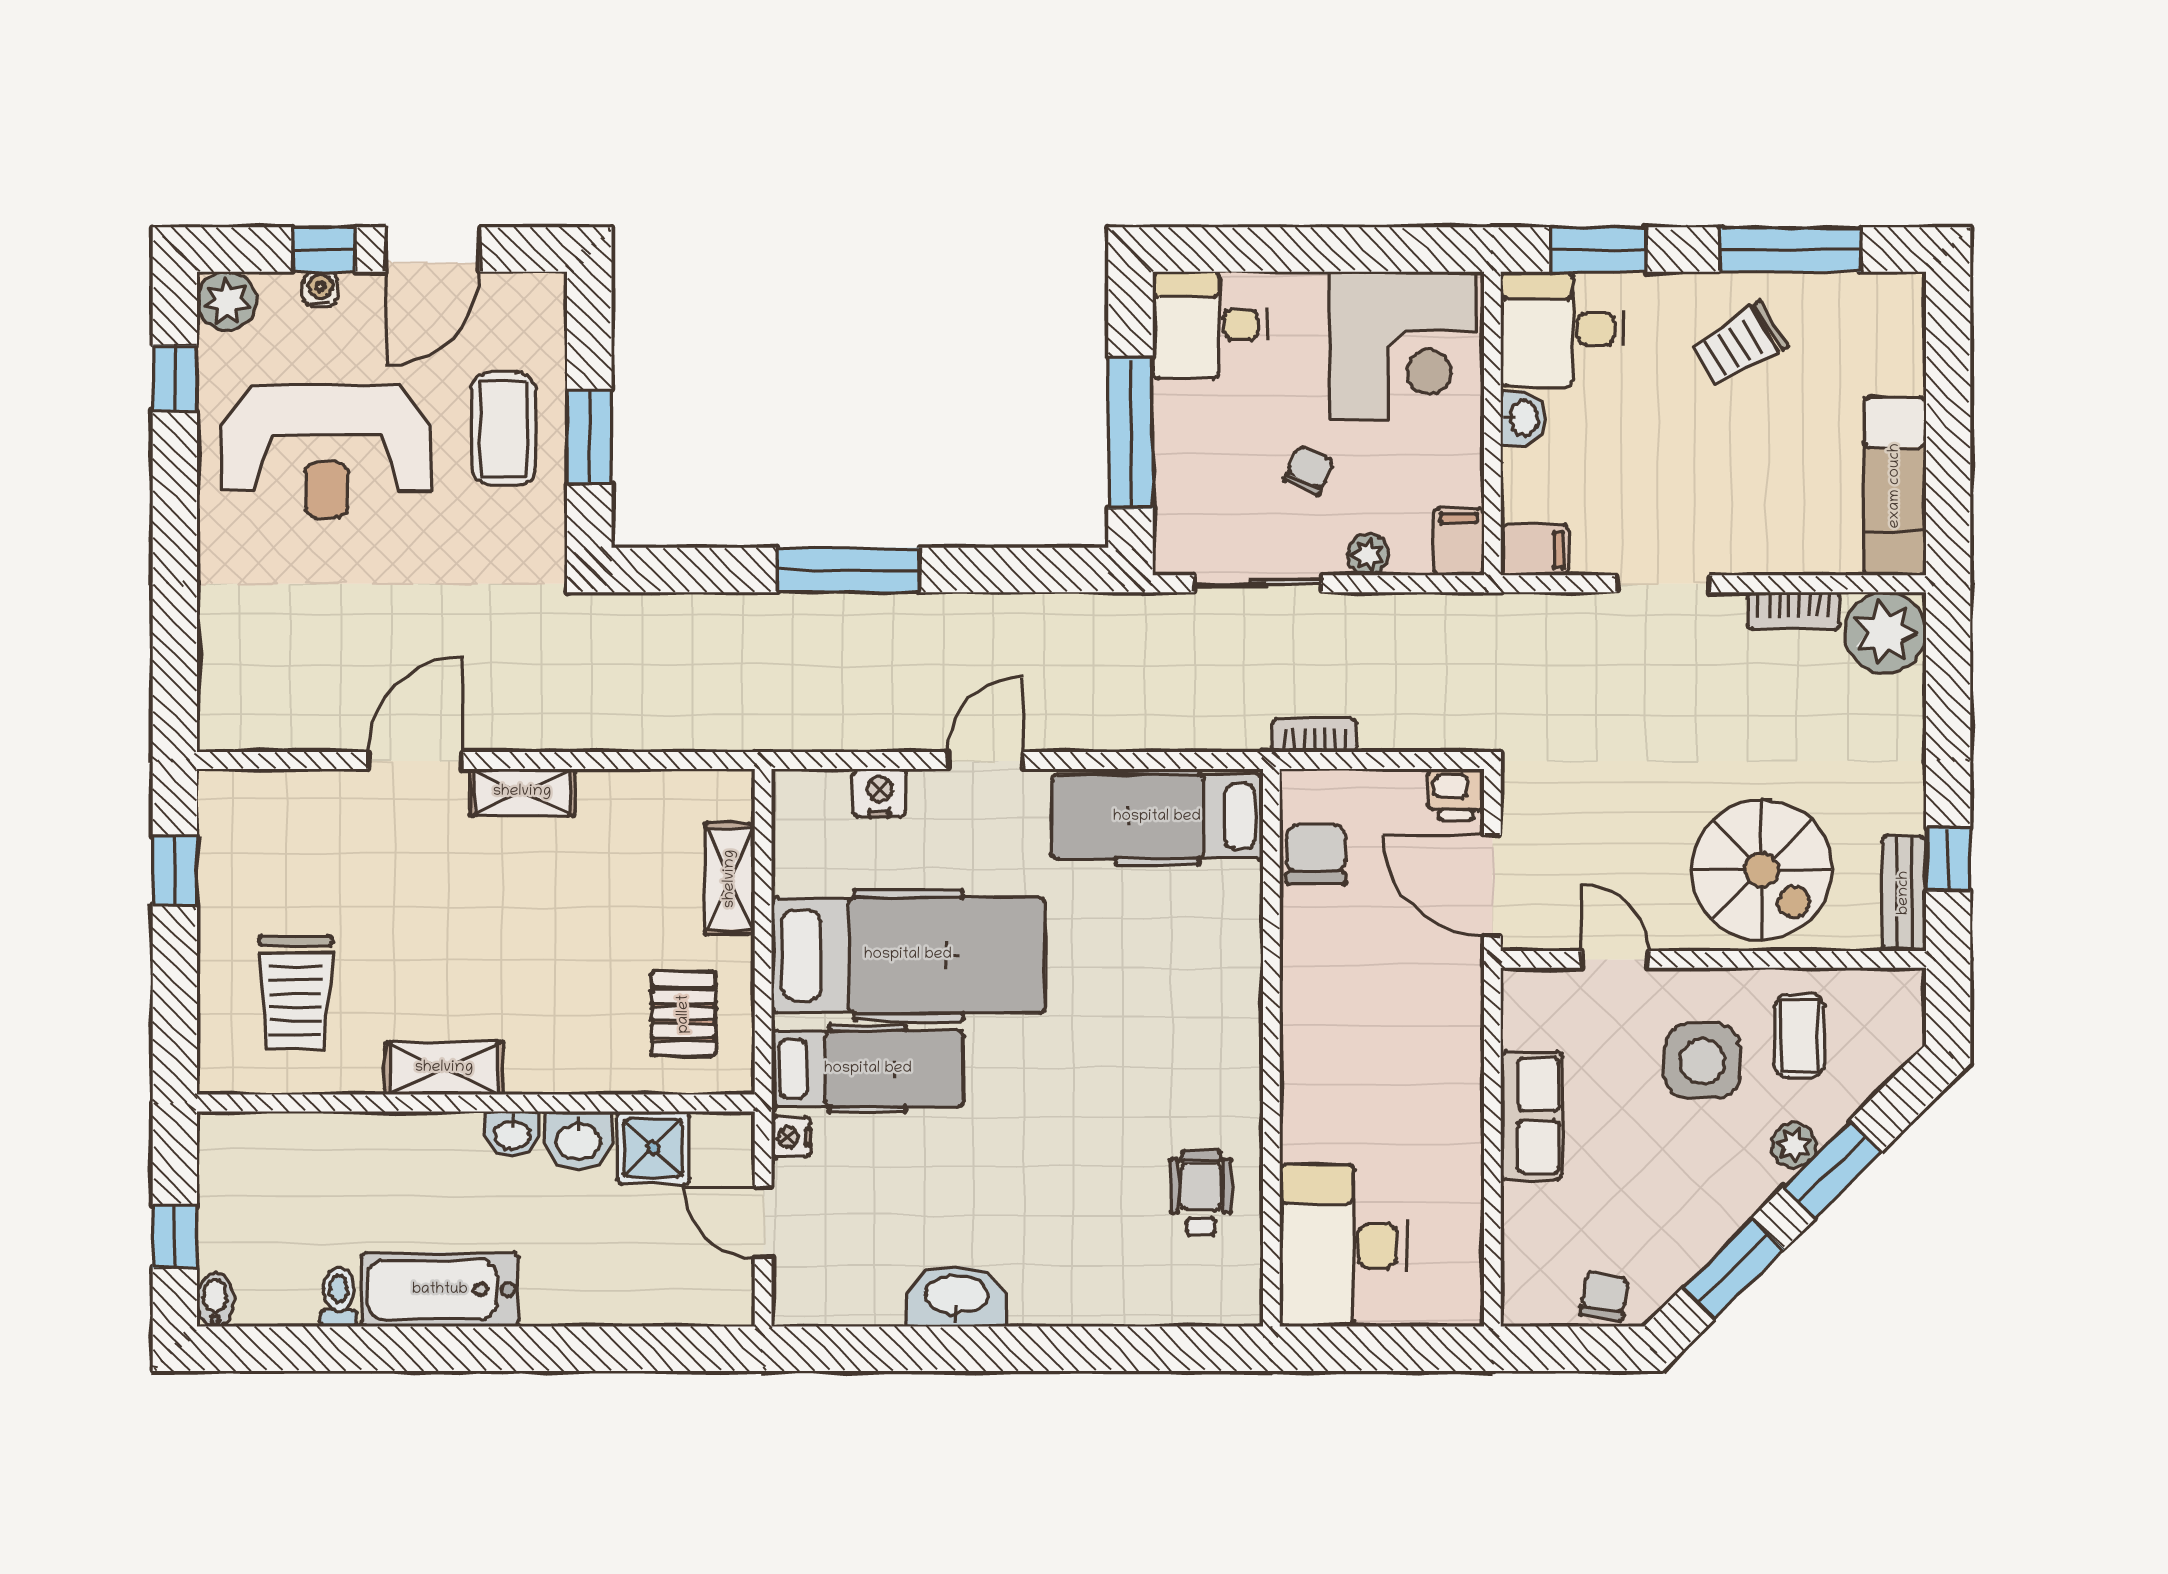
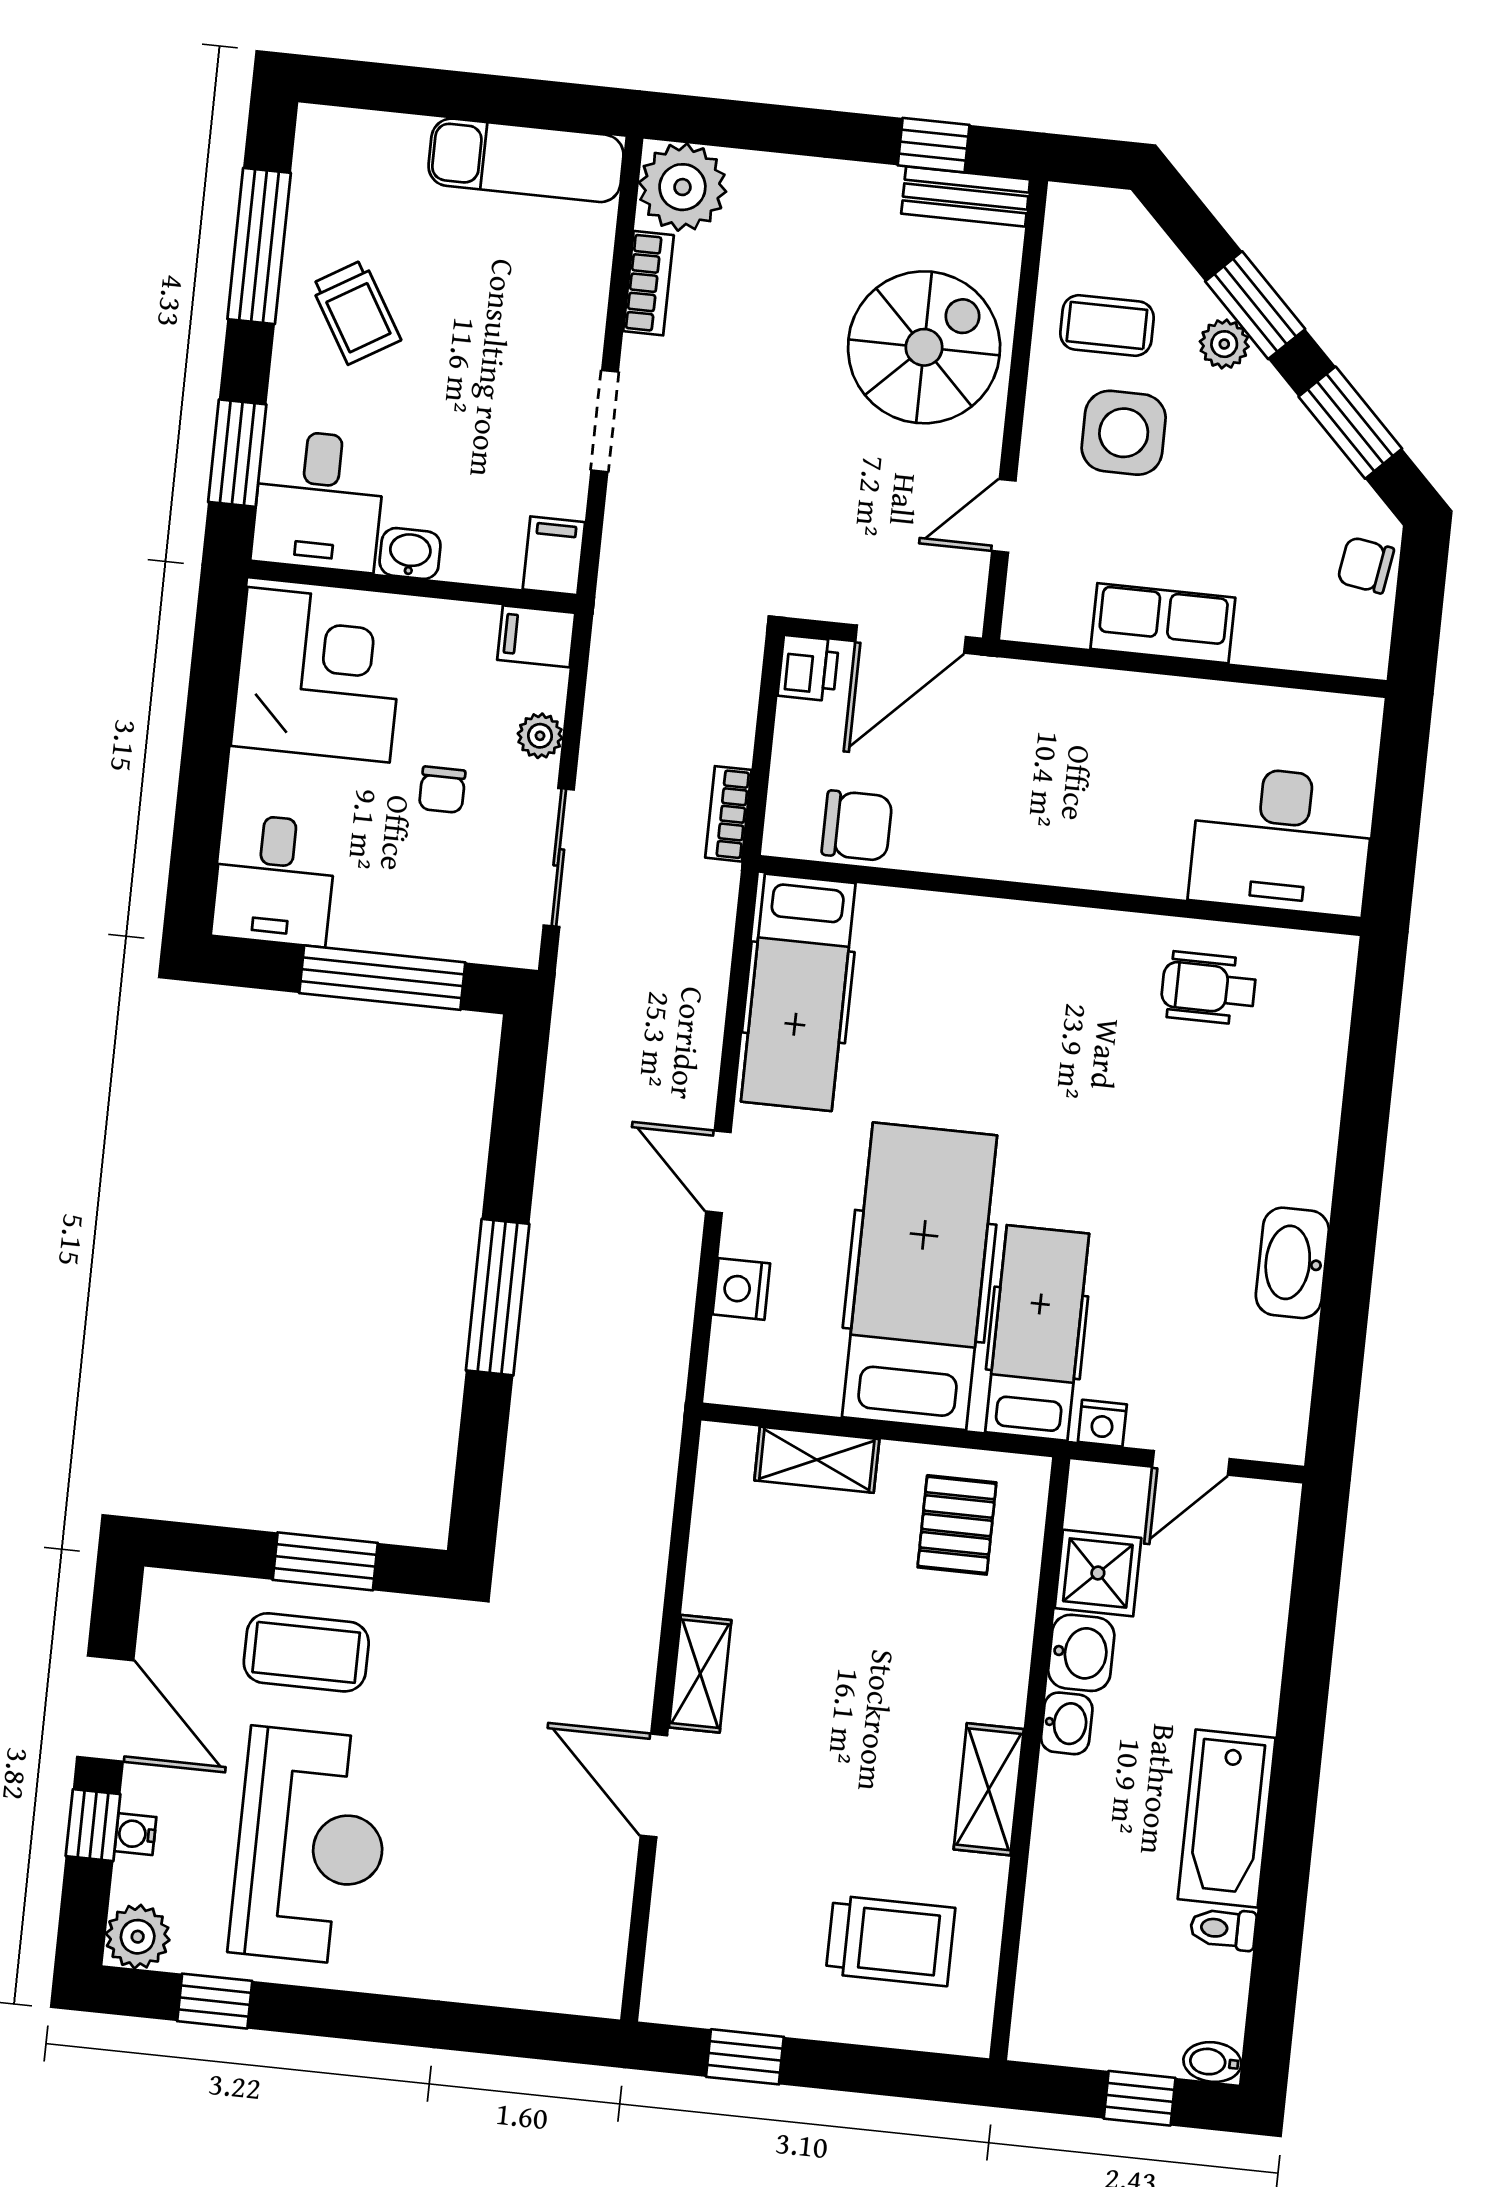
chair: (1309, 470) -> (442, 790), turned -114
chair: (1316, 854) -> (857, 826), turned 180
pallet: (684, 1014) -> (957, 1525), turned 90

